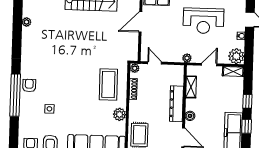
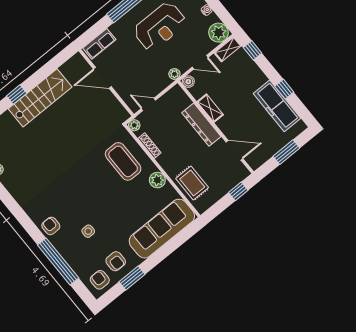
door: (140, 22) -> (102, 78), hinge flipped
door: (209, 65) -> (200, 62), swing flipped
shelving: (191, 87) -> (210, 108), moved
window: (15, 95) -> (58, 262), moved
window: (247, 101) -> (253, 50), moved
boiler: (190, 116) -> (188, 82), moved

